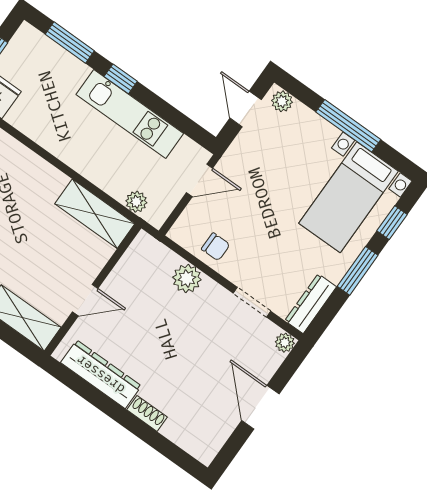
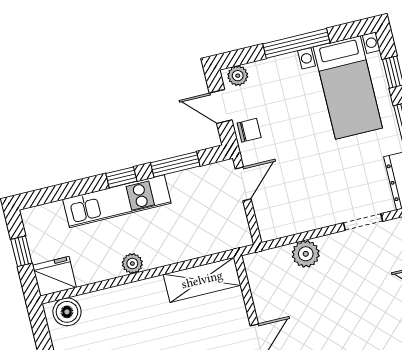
window: (70, 42) -> (175, 164), moved
kitchen unit: (130, 114) -> (117, 201), moved
plant: (136, 202) -> (132, 263), moved
chair: (216, 247) -> (249, 130), moved

